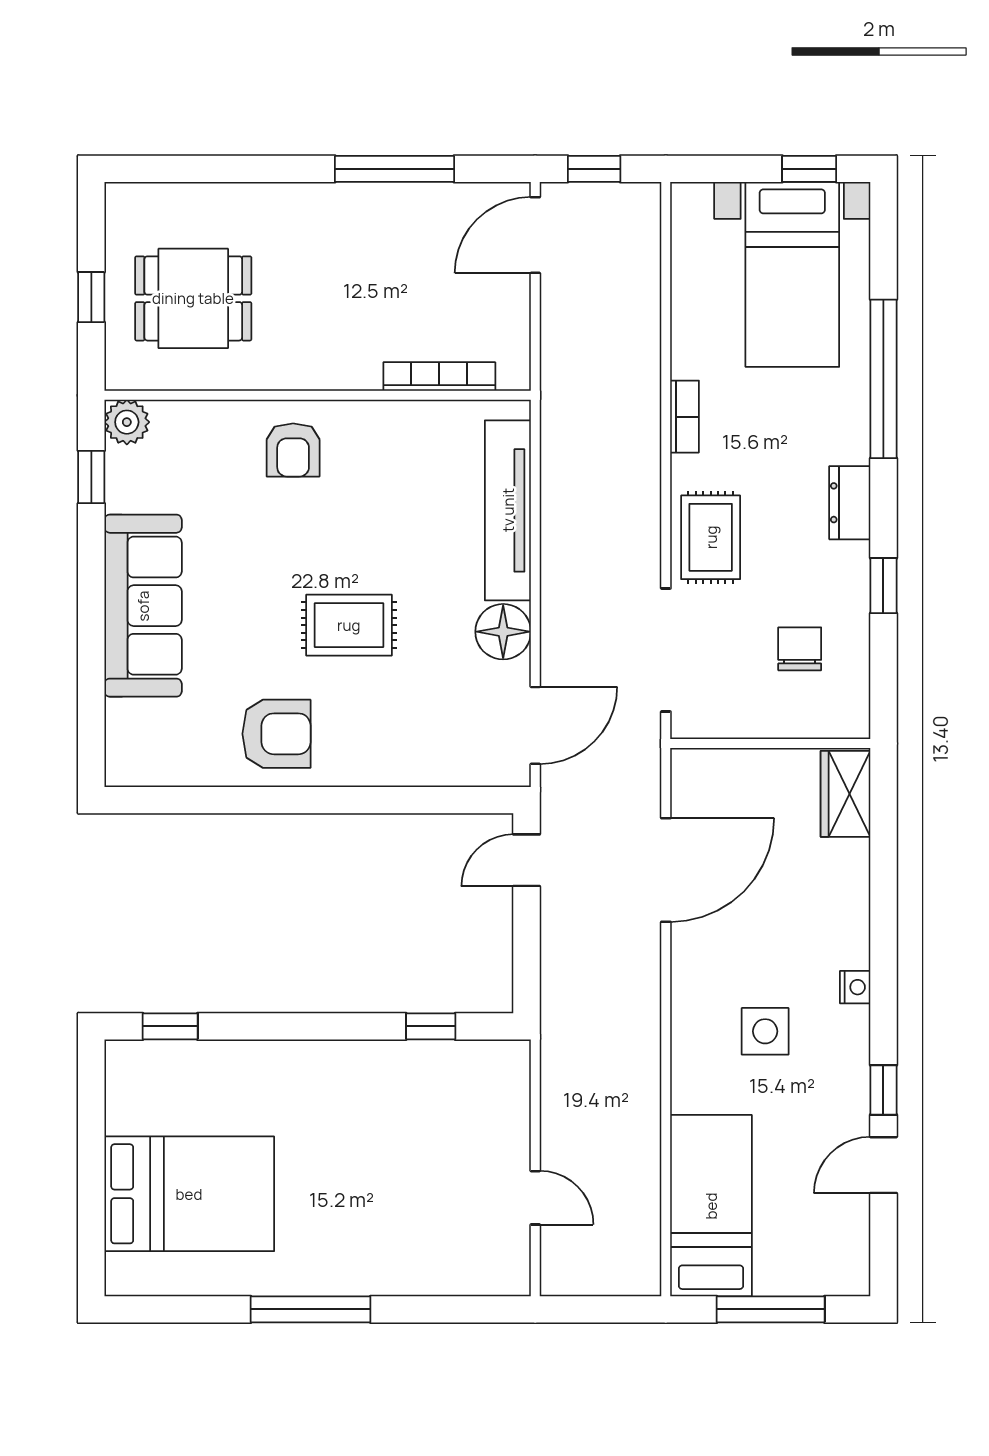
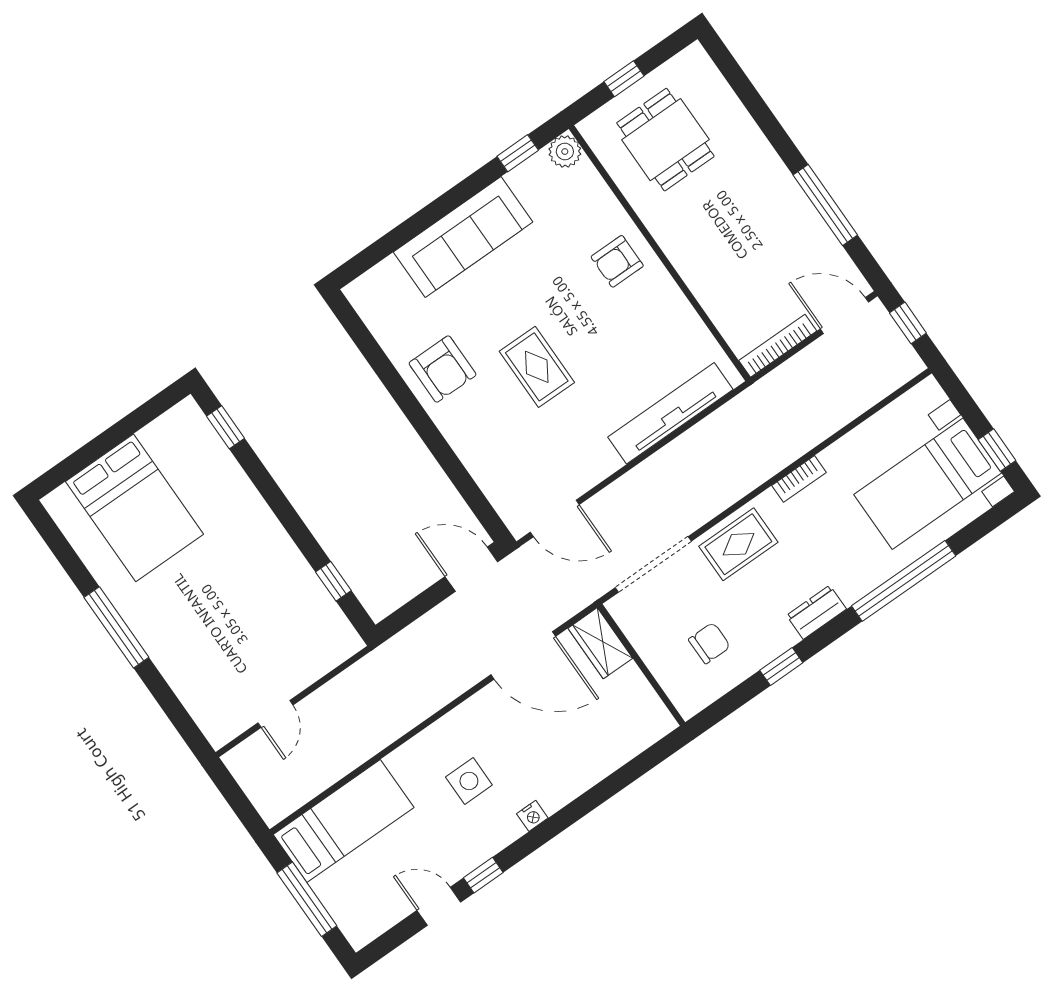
bookcase: (439, 377) -> (778, 346), moved, turned -90
floor lamp: (503, 632) -> (597, 461), removed
wardrobe: (845, 794) -> (600, 643), moved, turned -90
door: (527, 860) -> (471, 569), width x1.38

